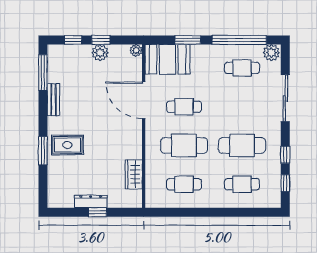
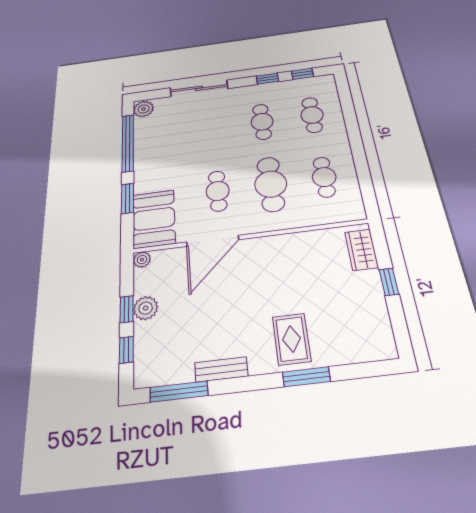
cafe table: (242, 68) -> (163, 135), removed
cafe table: (242, 145) -> (262, 122), width x0.73, depth x0.74
wardrobe: (134, 174) -> (361, 250), moved, turned 90
dresser: (91, 201) -> (374, 293), removed

